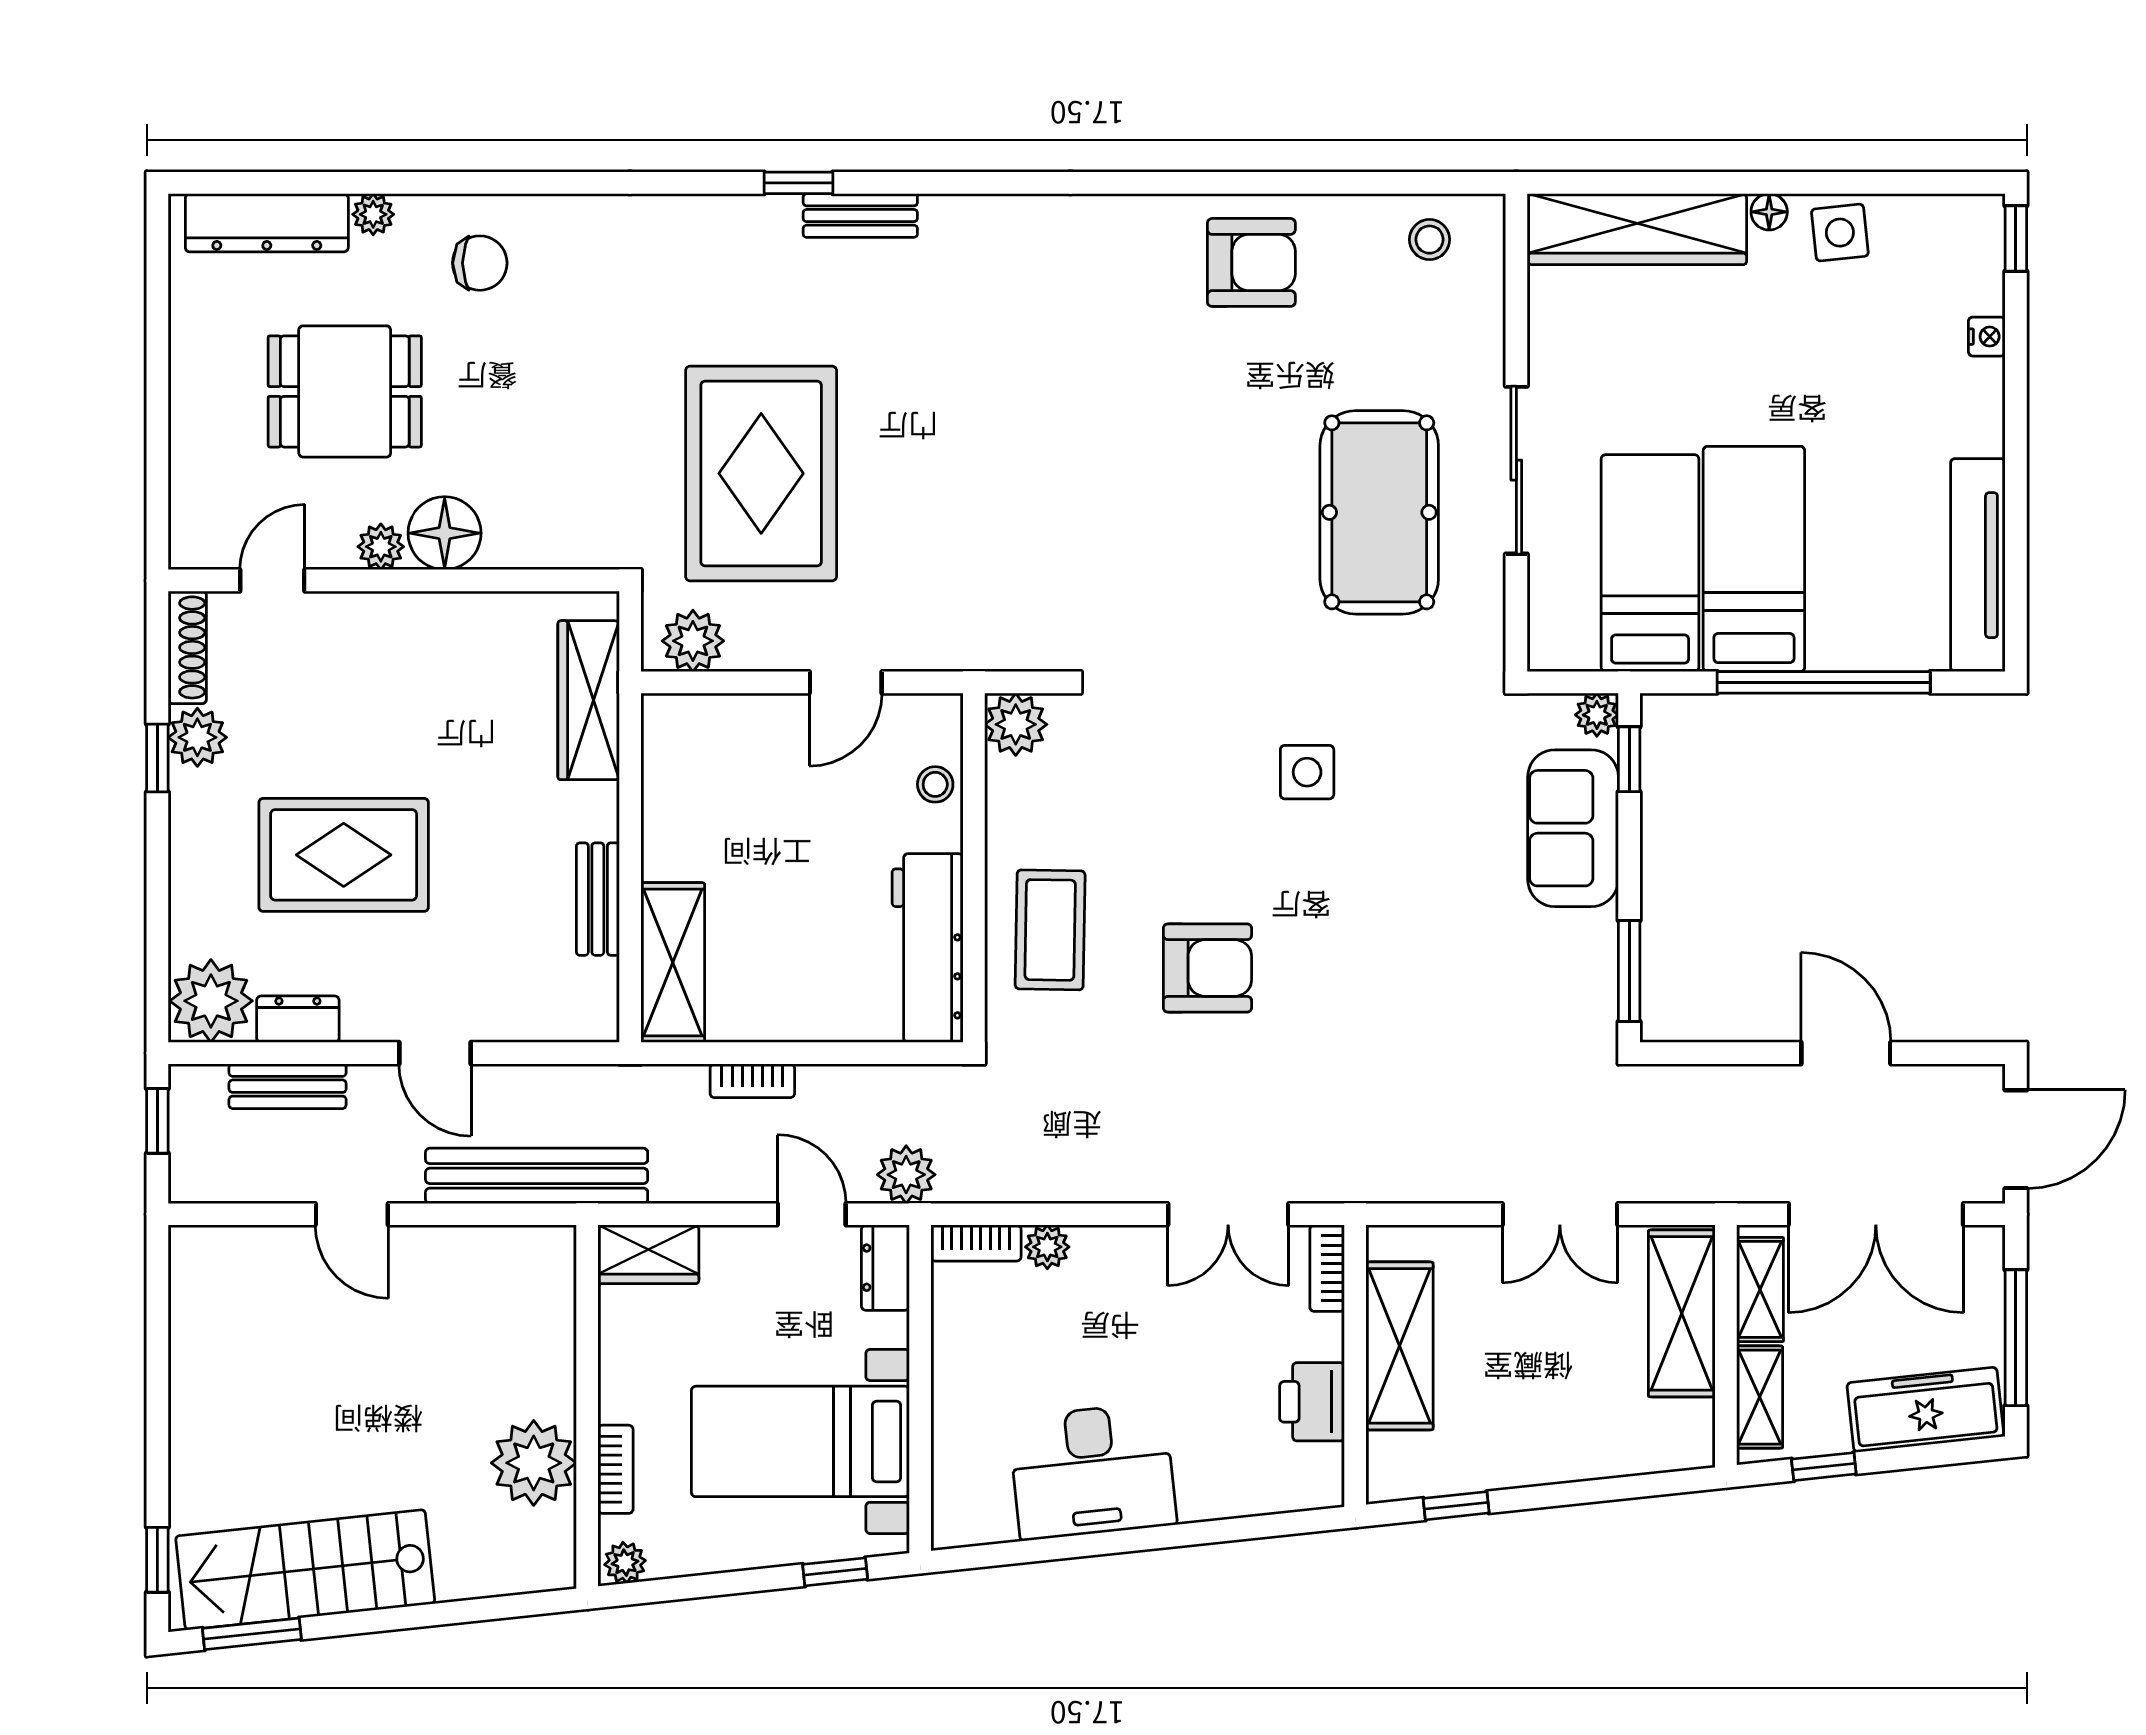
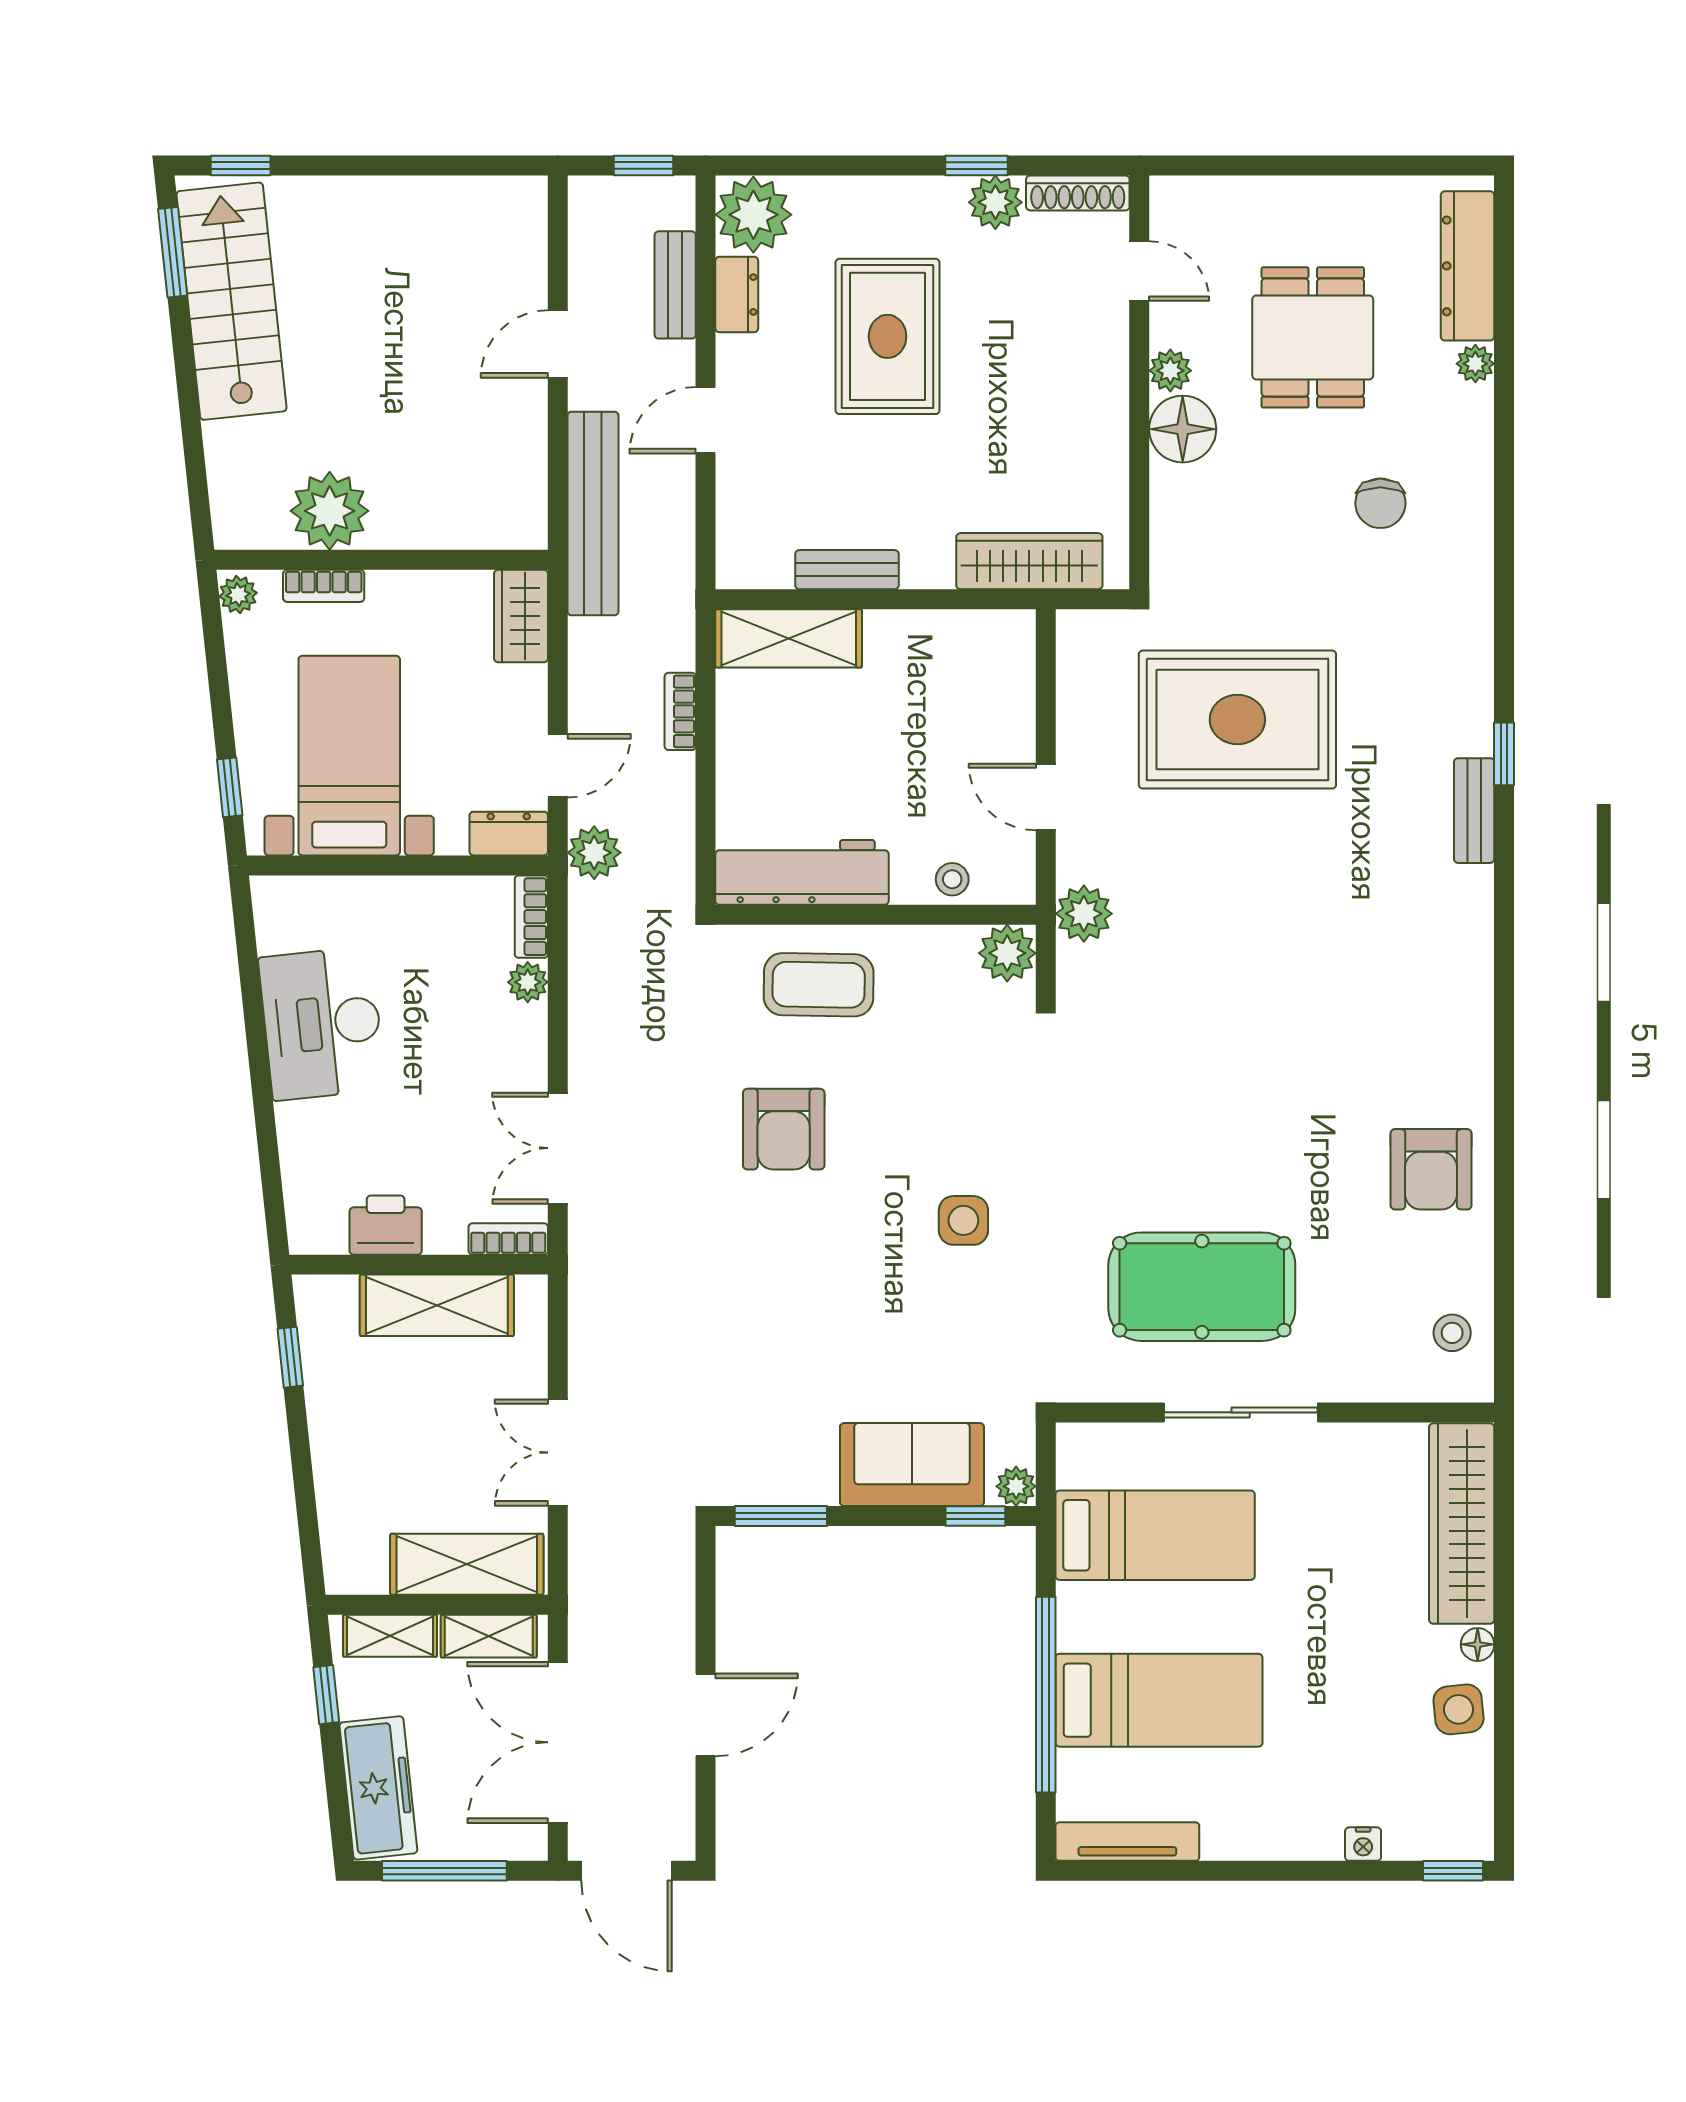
chair: (480, 263) -> (1380, 503), moved
bed: (1754, 559) -> (1159, 1700), moved
tv unit: (1978, 565) -> (1127, 1842), width x0.73, depth x0.78
plant: (693, 641) -> (1084, 914), moved

